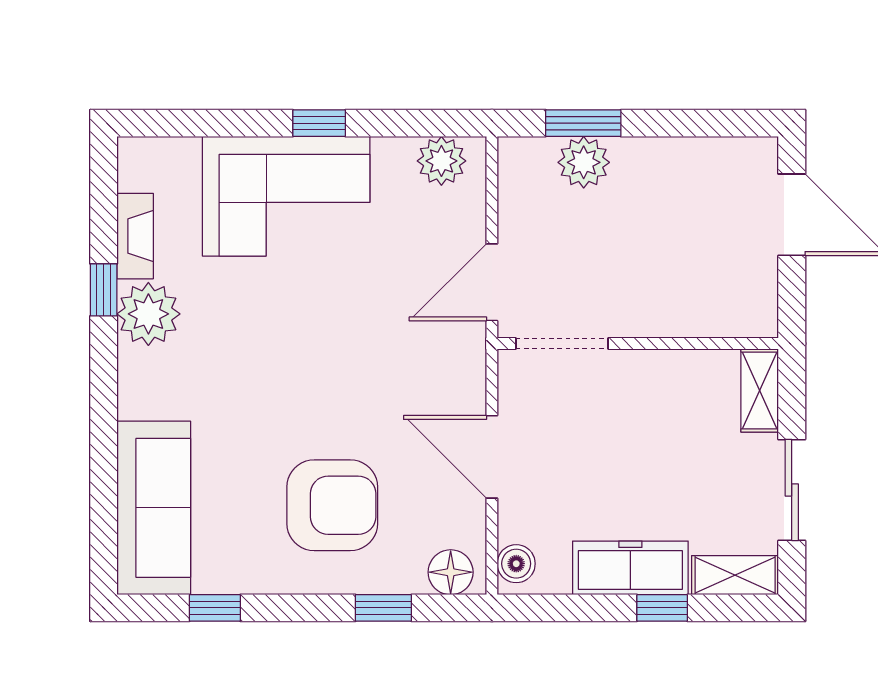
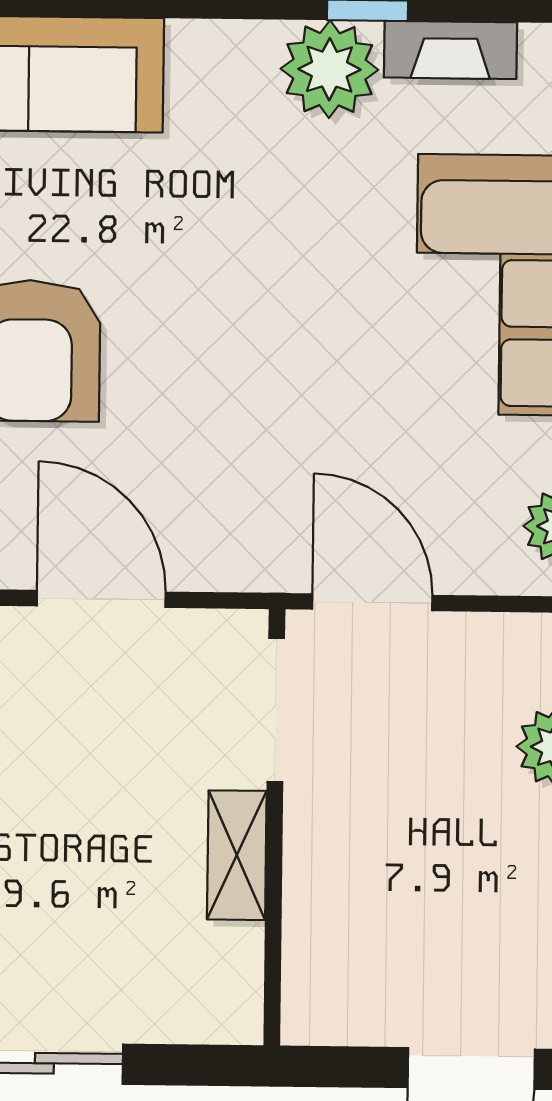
shelving: (760, 390) -> (237, 855), moved, turned 90
door: (492, 457) -> (101, 599), hinge flipped

